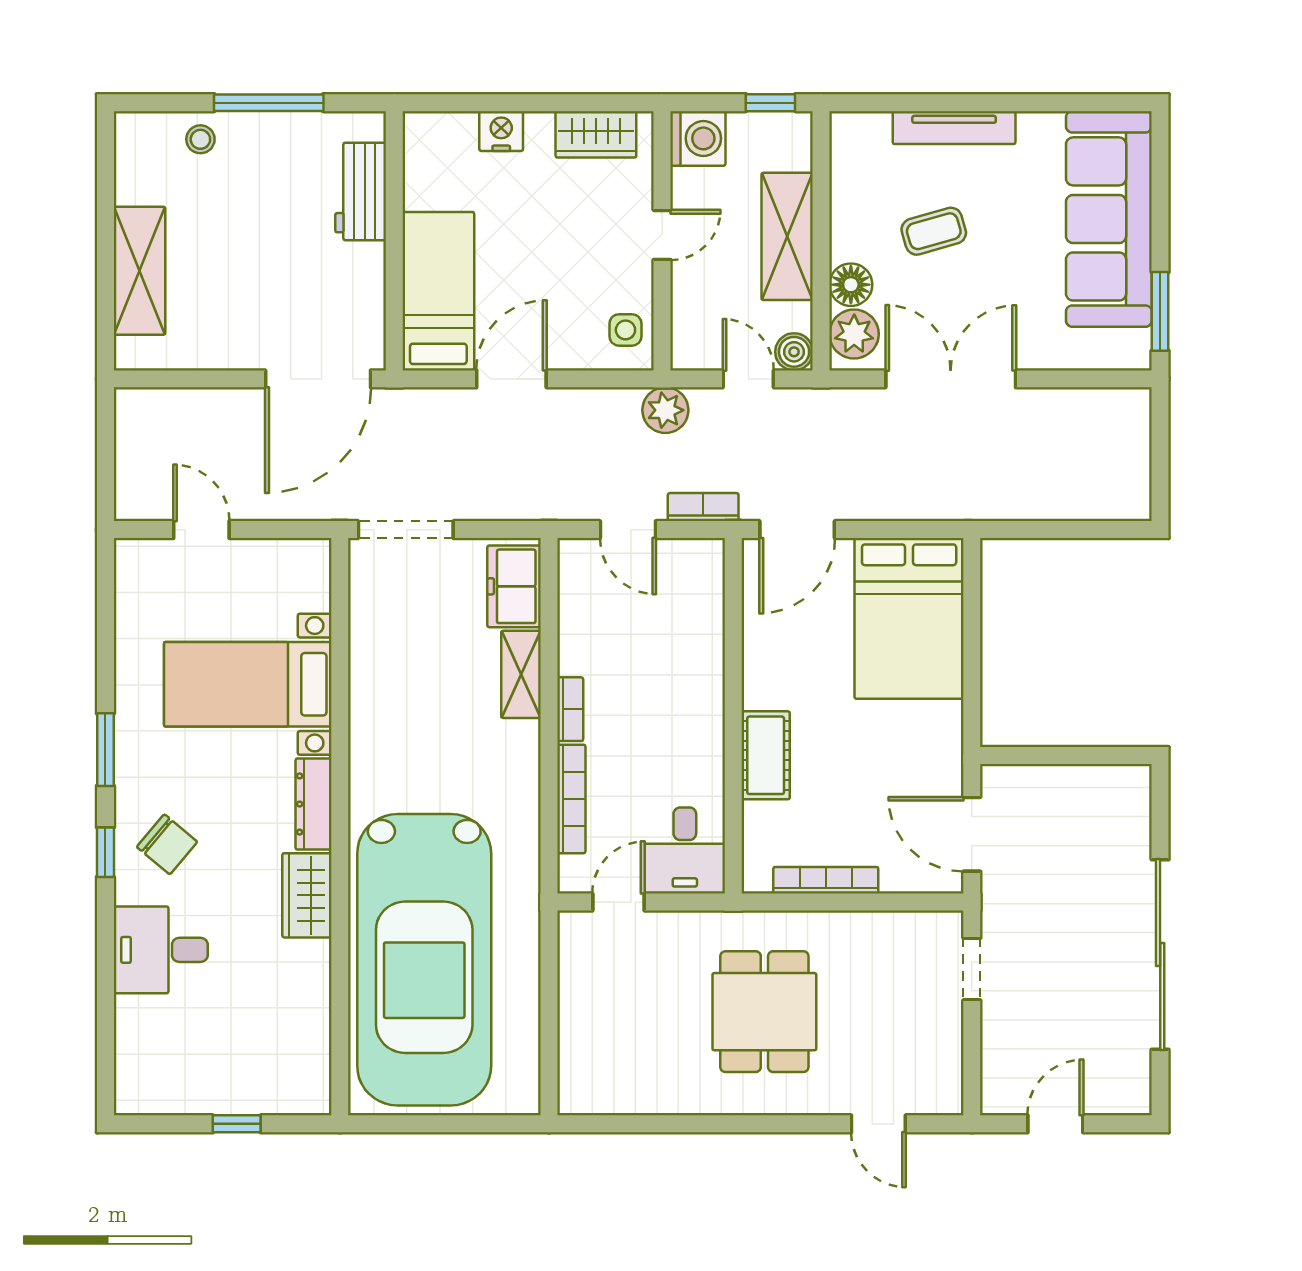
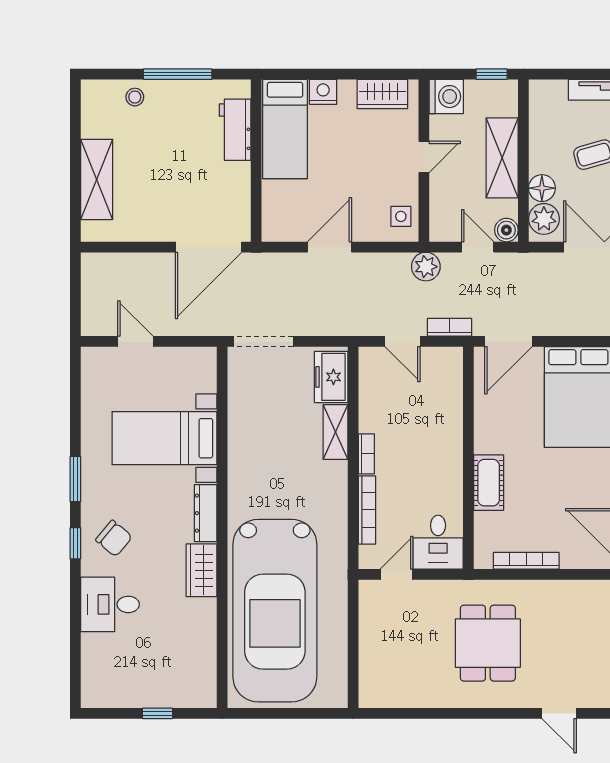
bed: (438, 291) -> (285, 129), moved, turned 180

